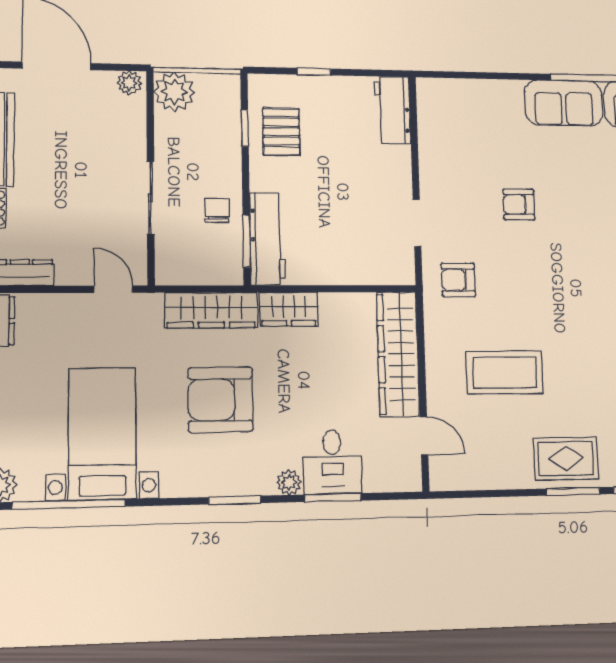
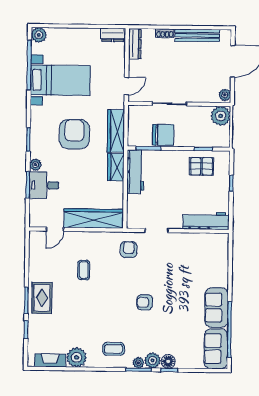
workbench: (392, 110) -> (206, 221), width x1.38
armchair: (519, 204) -> (145, 302), moved, turned -90
chair: (217, 211) -> (163, 135), width x1.87, depth x1.87
workbench: (267, 239) -> (135, 172), moved, turned -90
coffee table: (505, 372) -> (84, 270), width x0.54, depth x0.58

